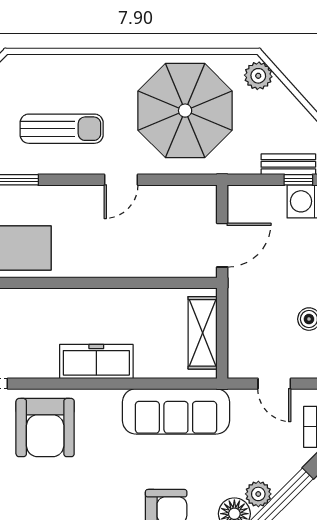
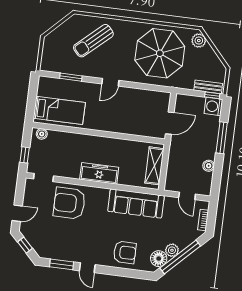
sun lounger: (62, 129) -> (93, 41), moved, turned 138
door: (121, 180) -> (110, 82), moved
armchair: (45, 428) -> (69, 203), turned 90

